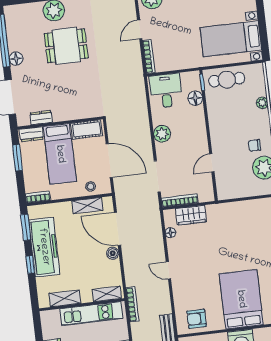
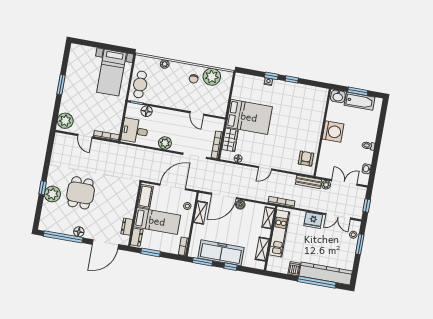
bed: (241, 299) -> (249, 117), moved, turned 180
armchair: (197, 319) -> (306, 159), turned 180

